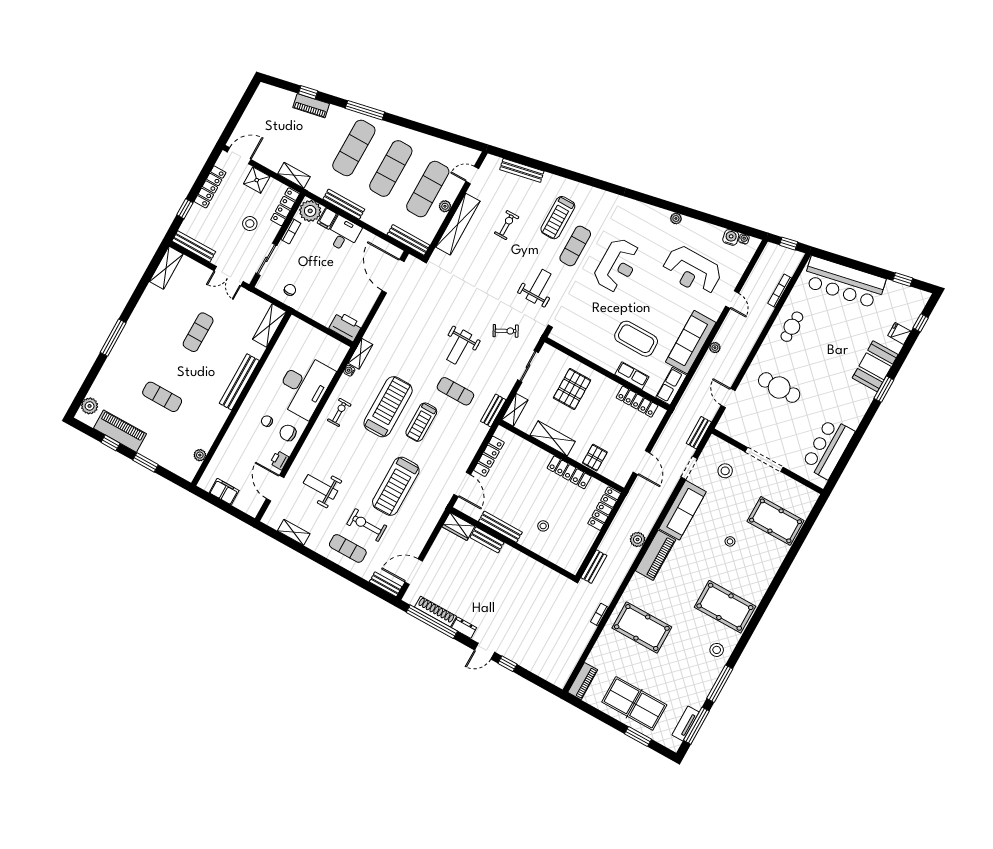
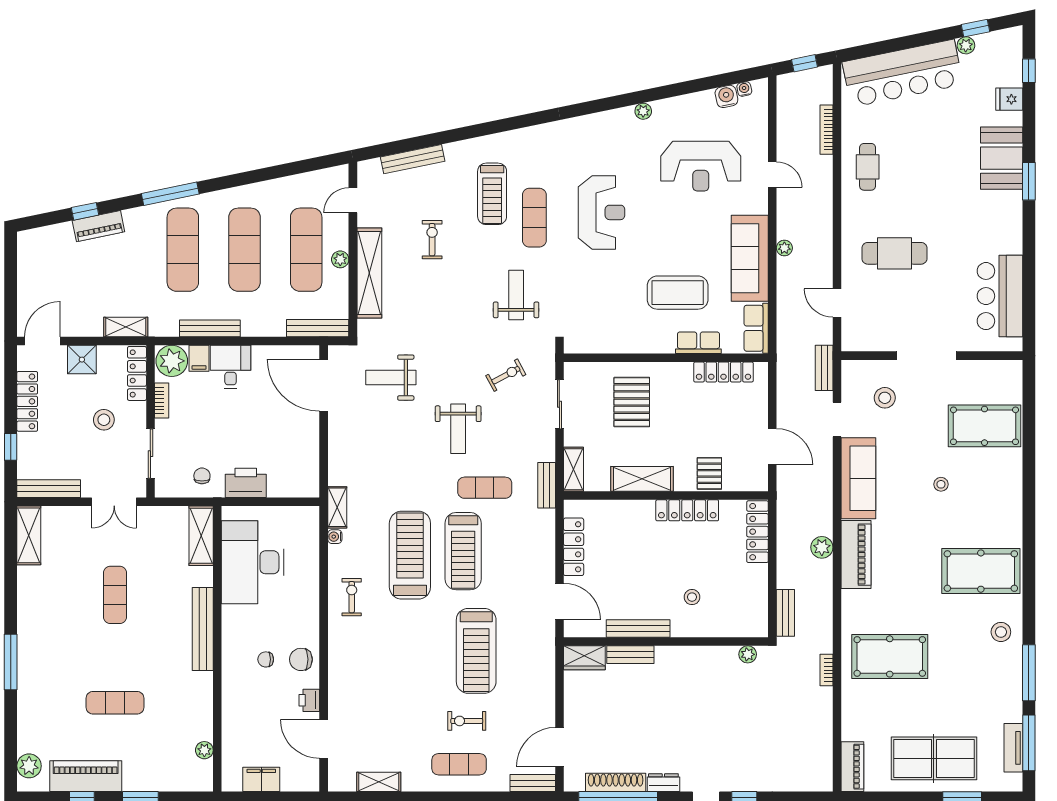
plant: (891, 287) -> (966, 45), added
printer: (346, 326) -> (246, 483), moved
desk: (304, 386) -> (253, 562), moved, turned 180
treadmill: (421, 422) -> (463, 551), width x1.37, depth x1.38
weight bench: (321, 487) -> (391, 378), moved
exercise bike: (367, 525) -> (467, 721), width x0.73, depth x0.72
plant: (557, 579) -> (748, 654), added

